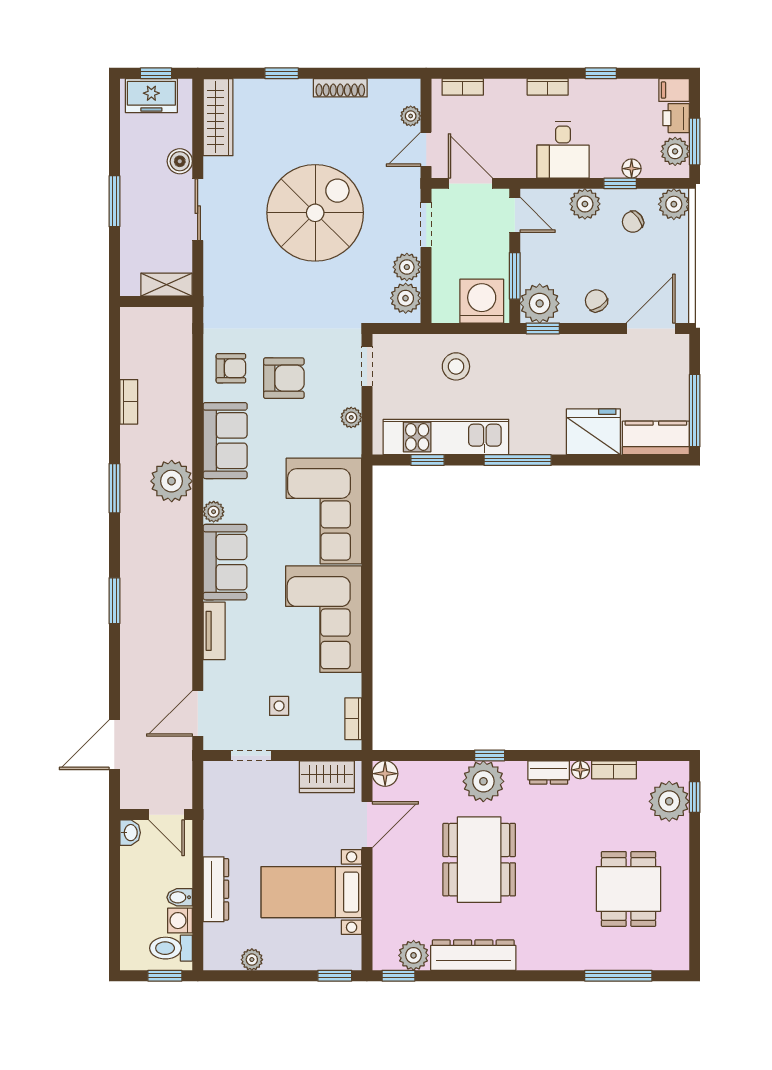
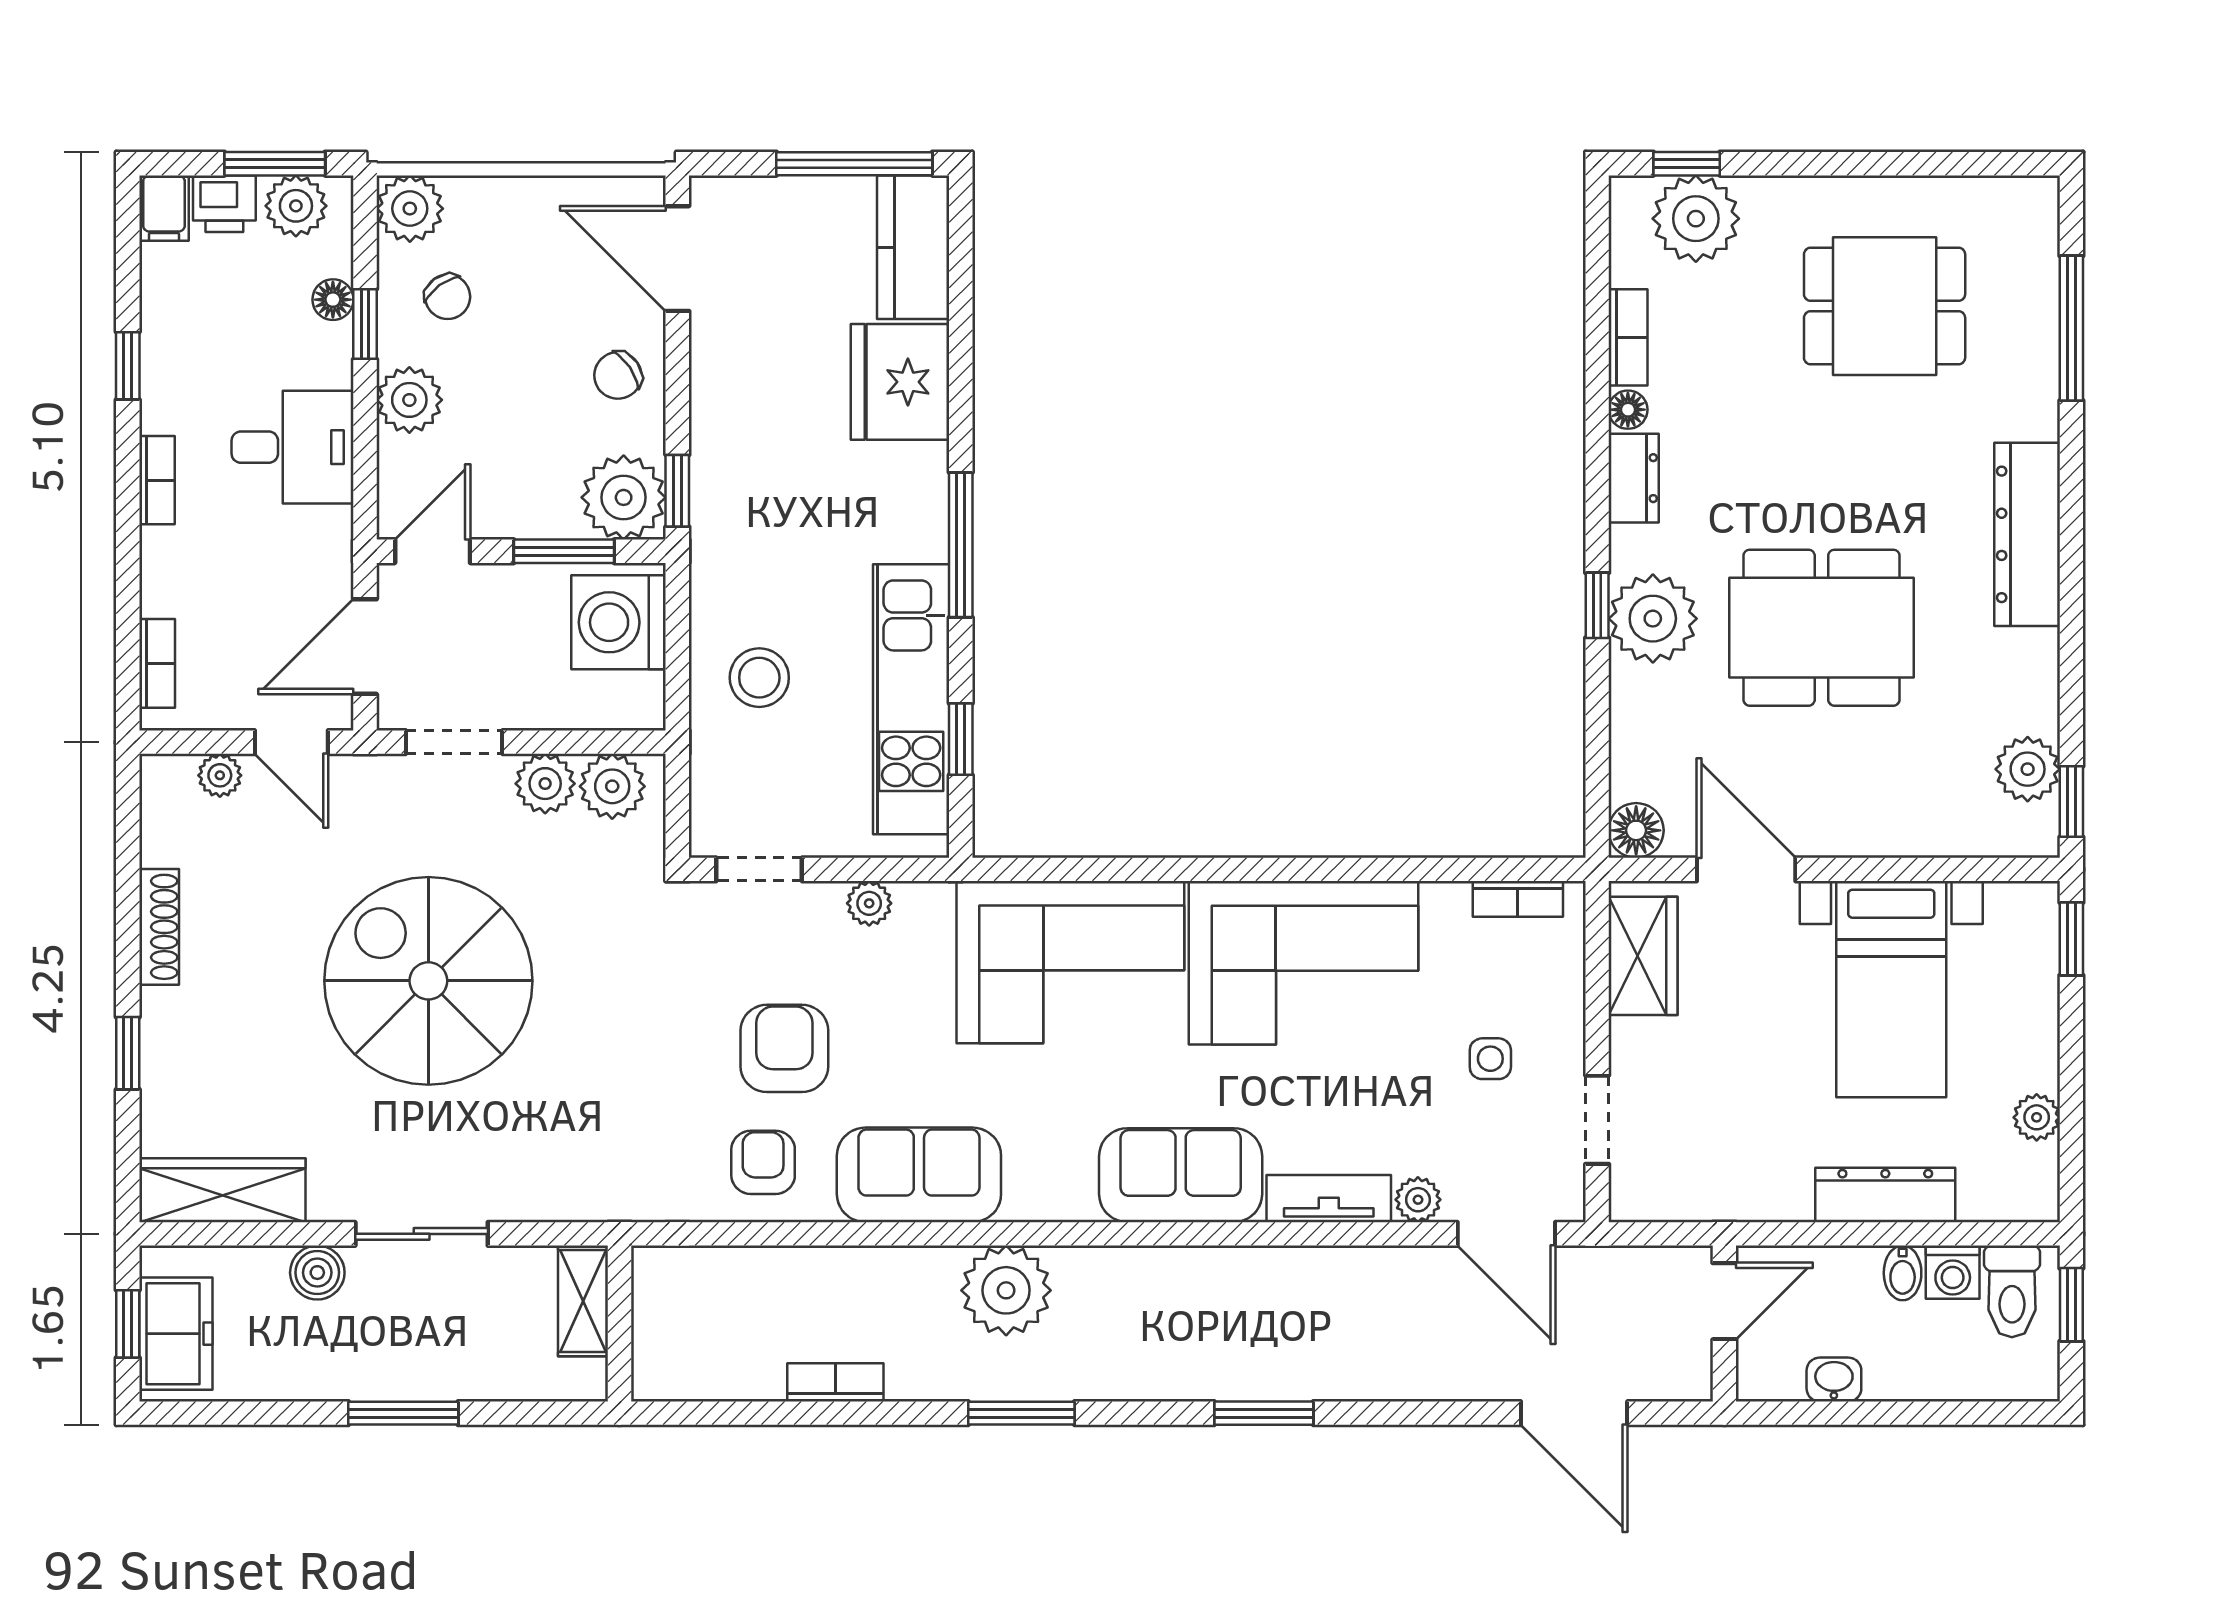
plant: (214, 512) -> (1418, 1200), moved
washbasin: (130, 833) -> (1834, 1380), moved
dresser: (473, 955) -> (2027, 534), moved

